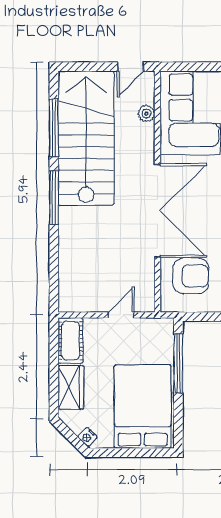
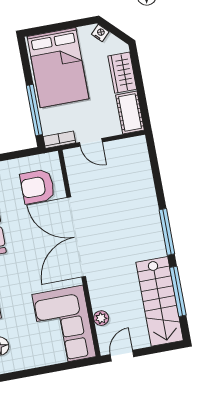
stairs: (86, 138) -> (160, 301), width x0.73, depth x0.66
door: (121, 315) -> (91, 142), hinge flipped
bookcase: (156, 325) -> (59, 140), added

